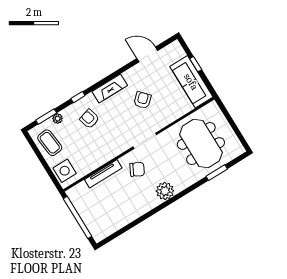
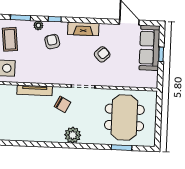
sofa: (191, 82) -> (150, 48), moved
plant: (58, 119) -> (38, 25), moved

